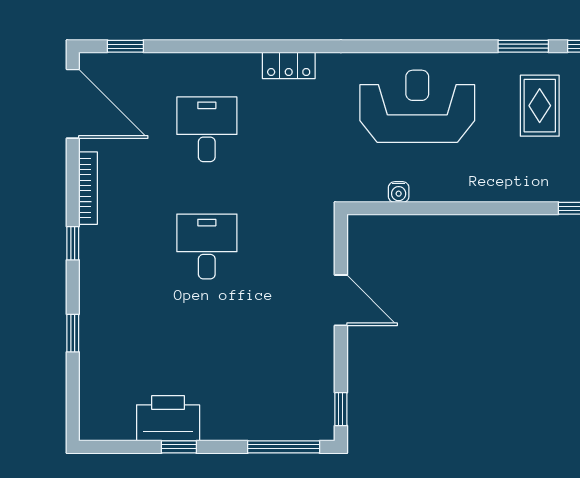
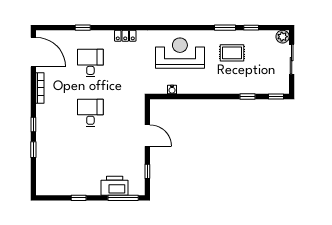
window: (125, 46) -> (83, 28), moved
rug: (540, 106) -> (232, 53), turned 90
window: (73, 243) -> (33, 125), moved
window: (341, 409) -> (147, 171), moved
printer: (168, 418) -> (115, 186), moved

